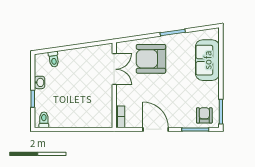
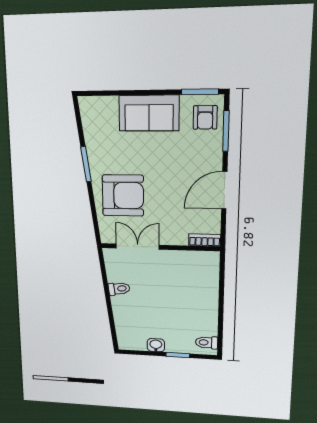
toilet: (54, 59) -> (119, 289), moved
armchair: (151, 59) -> (123, 195), turned -90
sofa: (207, 60) -> (149, 113), moved
armchair: (204, 115) -> (205, 117), turned -90

